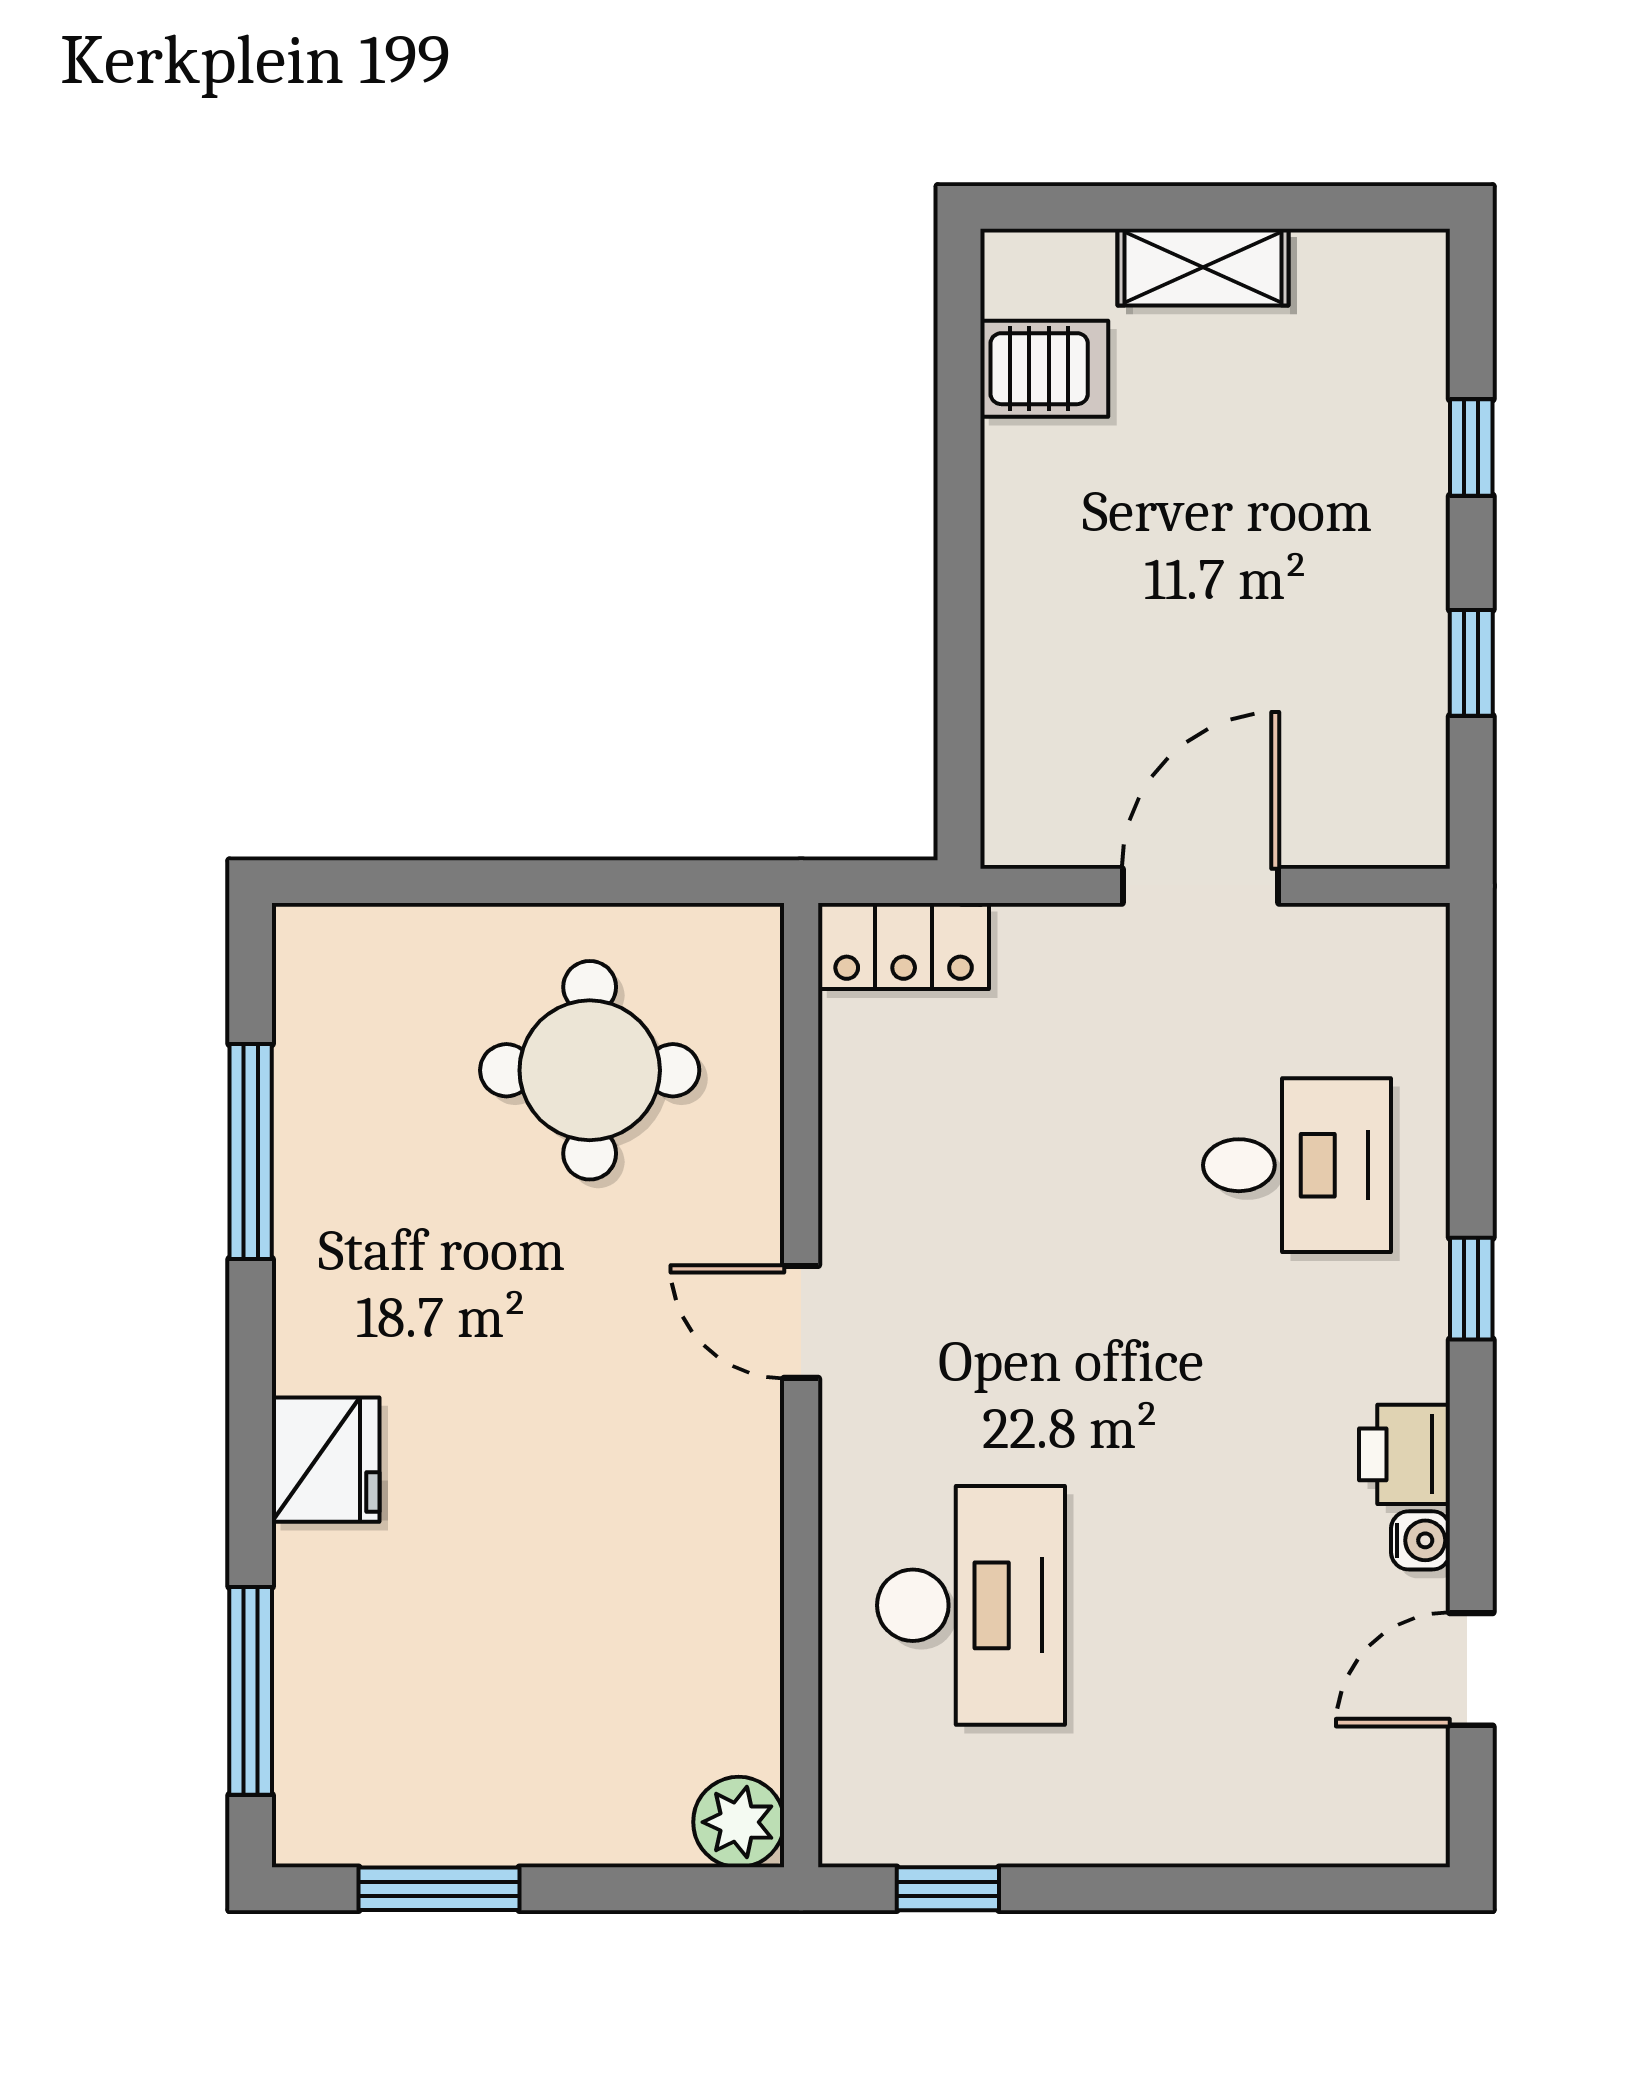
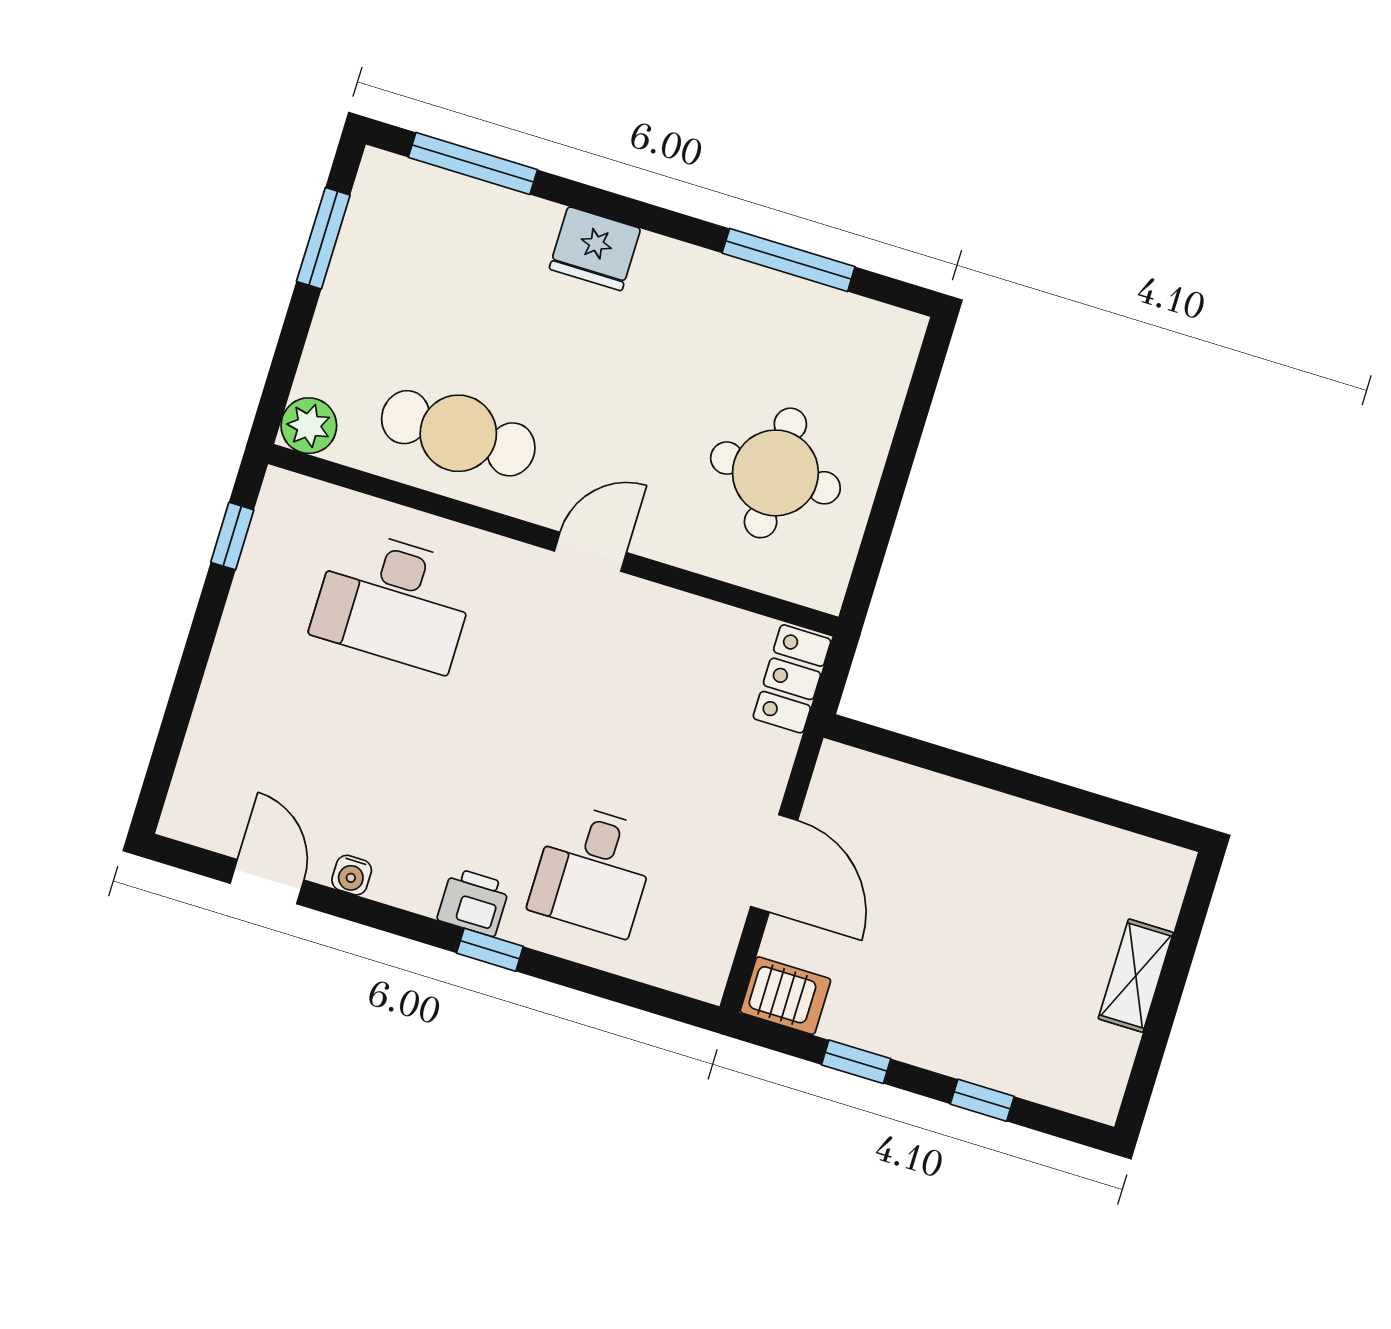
server rack: (1044, 369) -> (785, 996), moved, turned -90
printer: (1404, 1454) -> (473, 902), moved
cafe table: (679, 1585) -> (458, 433), added

